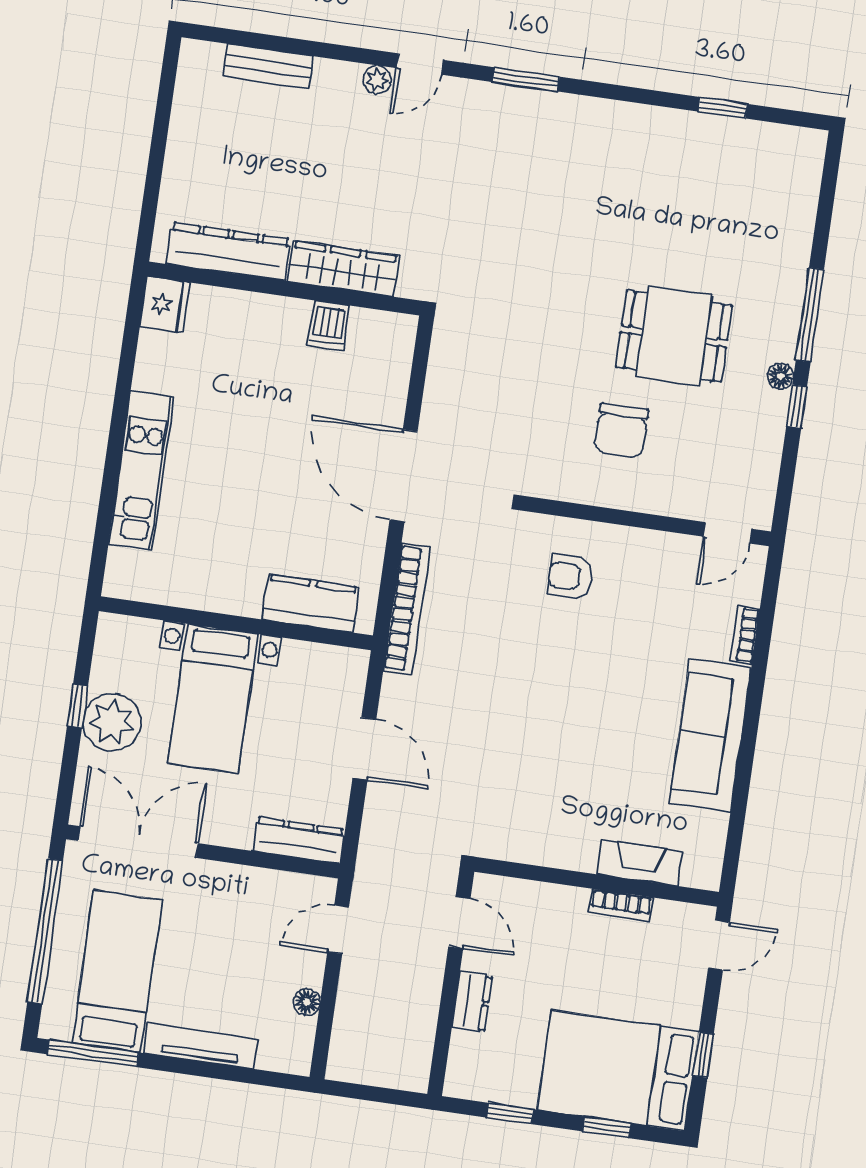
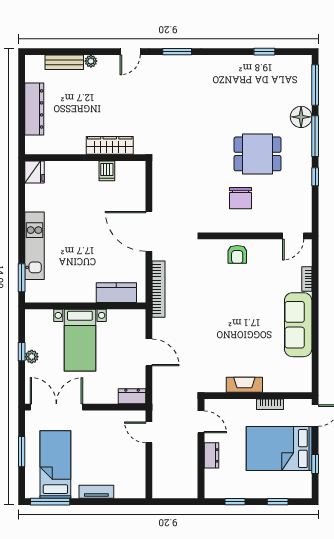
plant: (377, 80) -> (91, 61), moved
window: (826, 199) -> (315, 85), added
dresser: (228, 252) -> (34, 109), moved, turned 90
floor lamp: (780, 376) -> (301, 117), moved, width x1.89, depth x1.89
window: (102, 539) -> (22, 278), added
armchair: (570, 577) -> (237, 254), moved, turned -90
plant: (112, 722) -> (32, 357), width x0.53, depth x0.53
dresser: (299, 840) -> (132, 396), width x0.70
fireplace: (640, 863) -> (244, 385), moved
door: (338, 929) -> (149, 432), hinge flipped
window: (45, 931) -> (22, 452), width x0.47
floor lamp: (307, 1002) -> (140, 466), removed
tv unit: (201, 1046) -> (96, 492), width x0.71
bed: (618, 1071) -> (279, 449), moved

